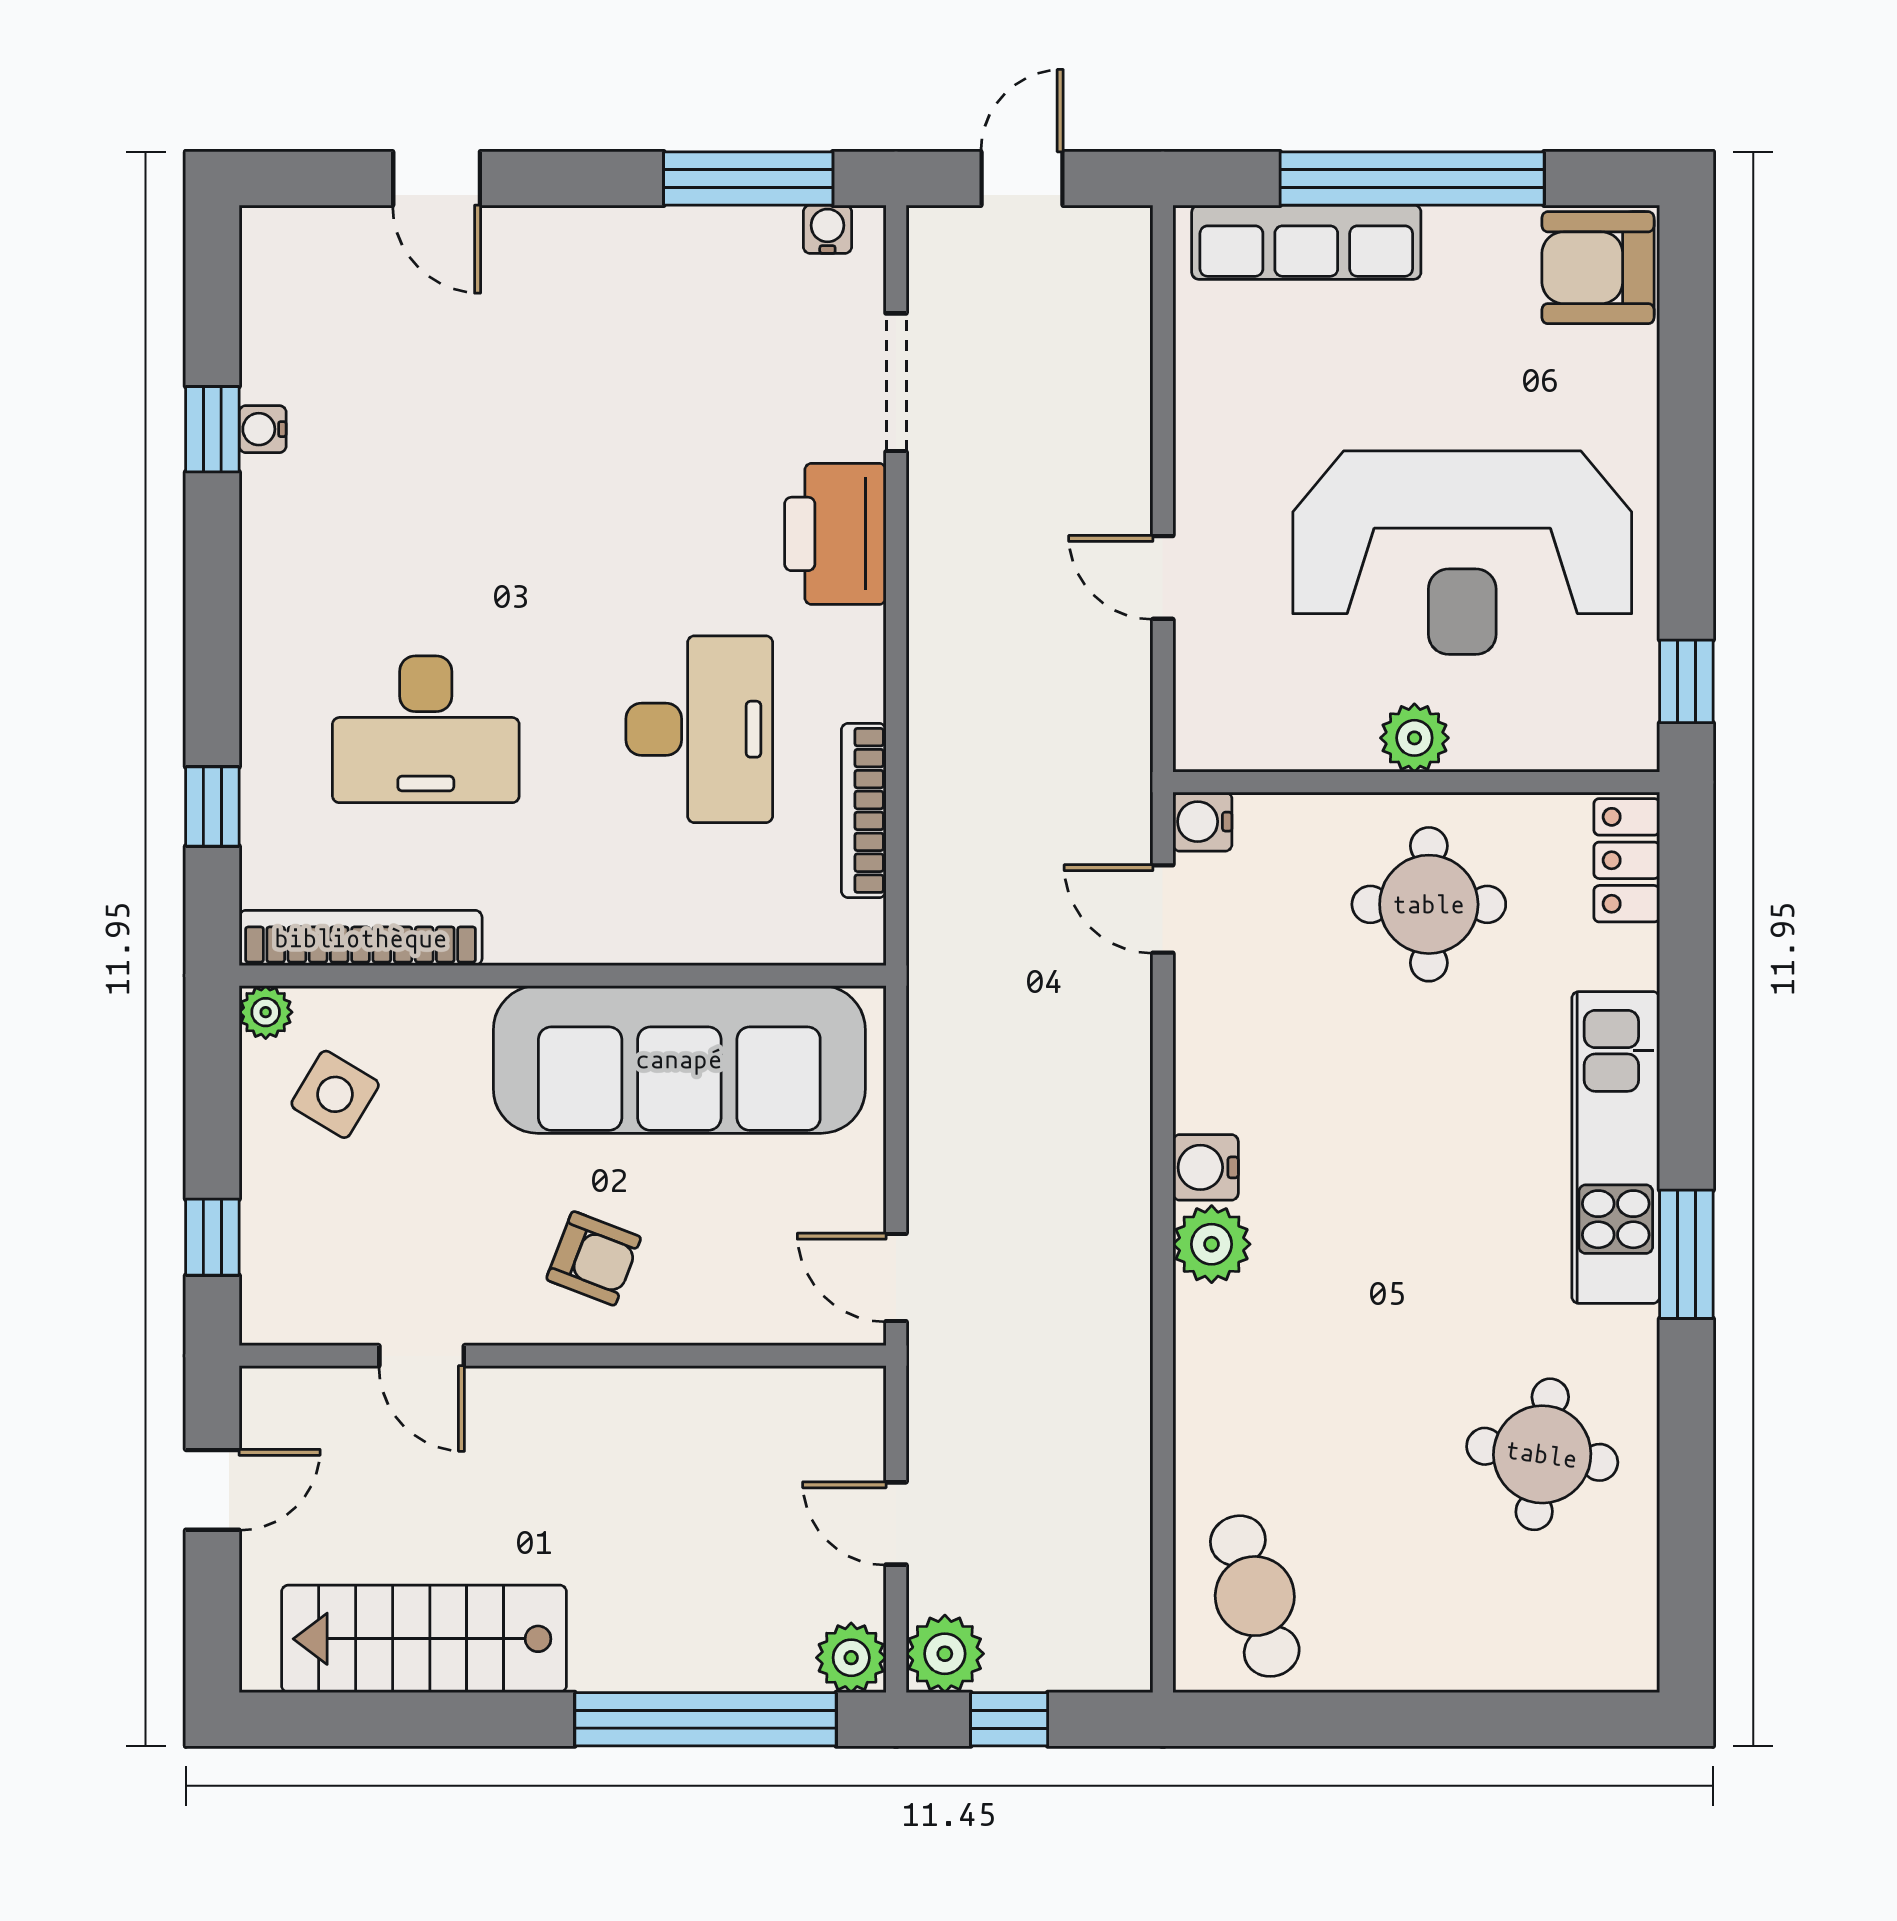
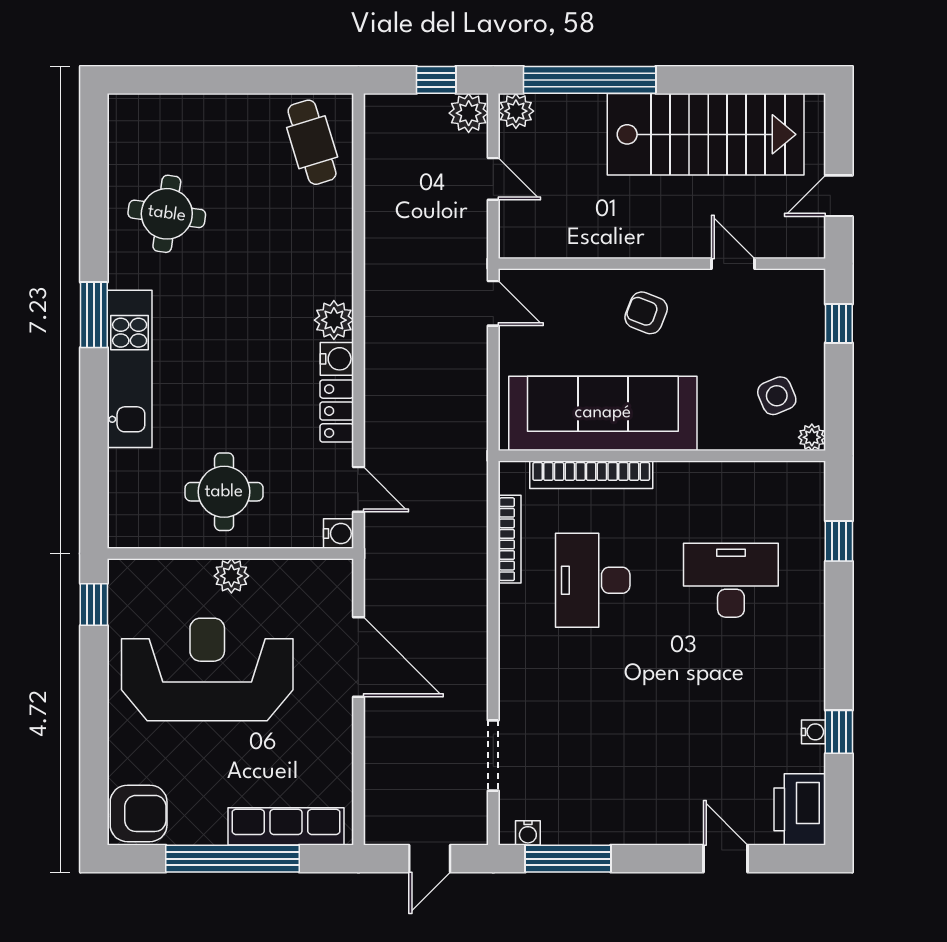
printer: (835, 534) -> (800, 809), moved, turned 180
door: (1163, 577) -> (358, 657), width x1.88
locker: (1627, 860) -> (337, 411), moved, turned 180
bookcase: (361, 938) -> (591, 475), moved
side table: (335, 1094) -> (777, 396), turned 36
stairs: (424, 1639) -> (706, 134), width x1.36, depth x1.51

